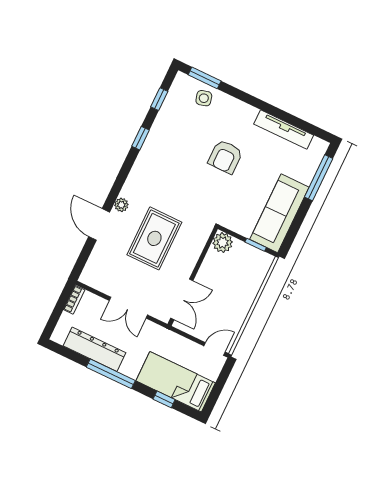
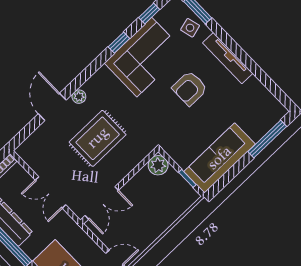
tv unit: (284, 130) -> (228, 58), moved
corner sofa: (170, 143) -> (144, 57), added

